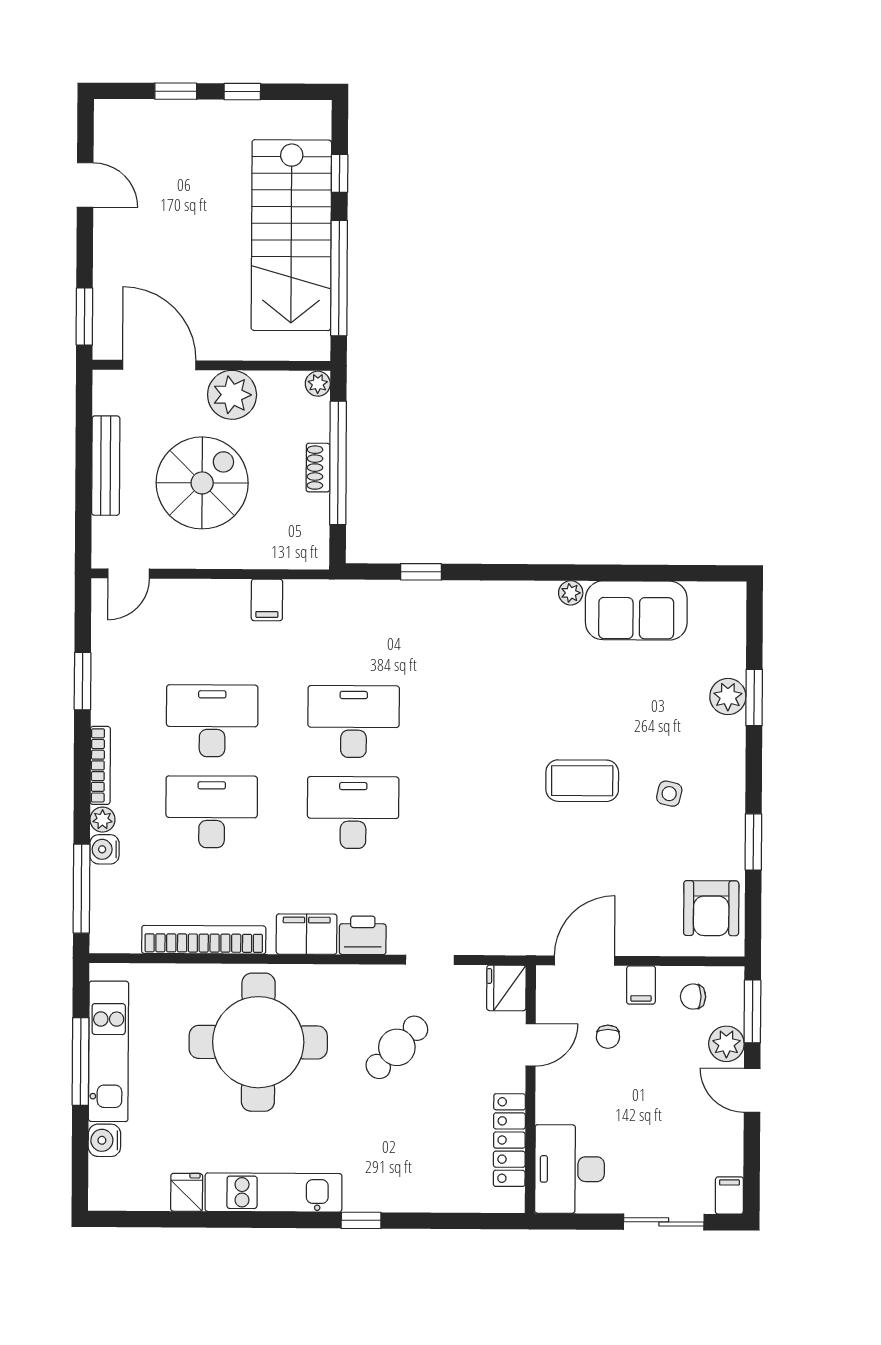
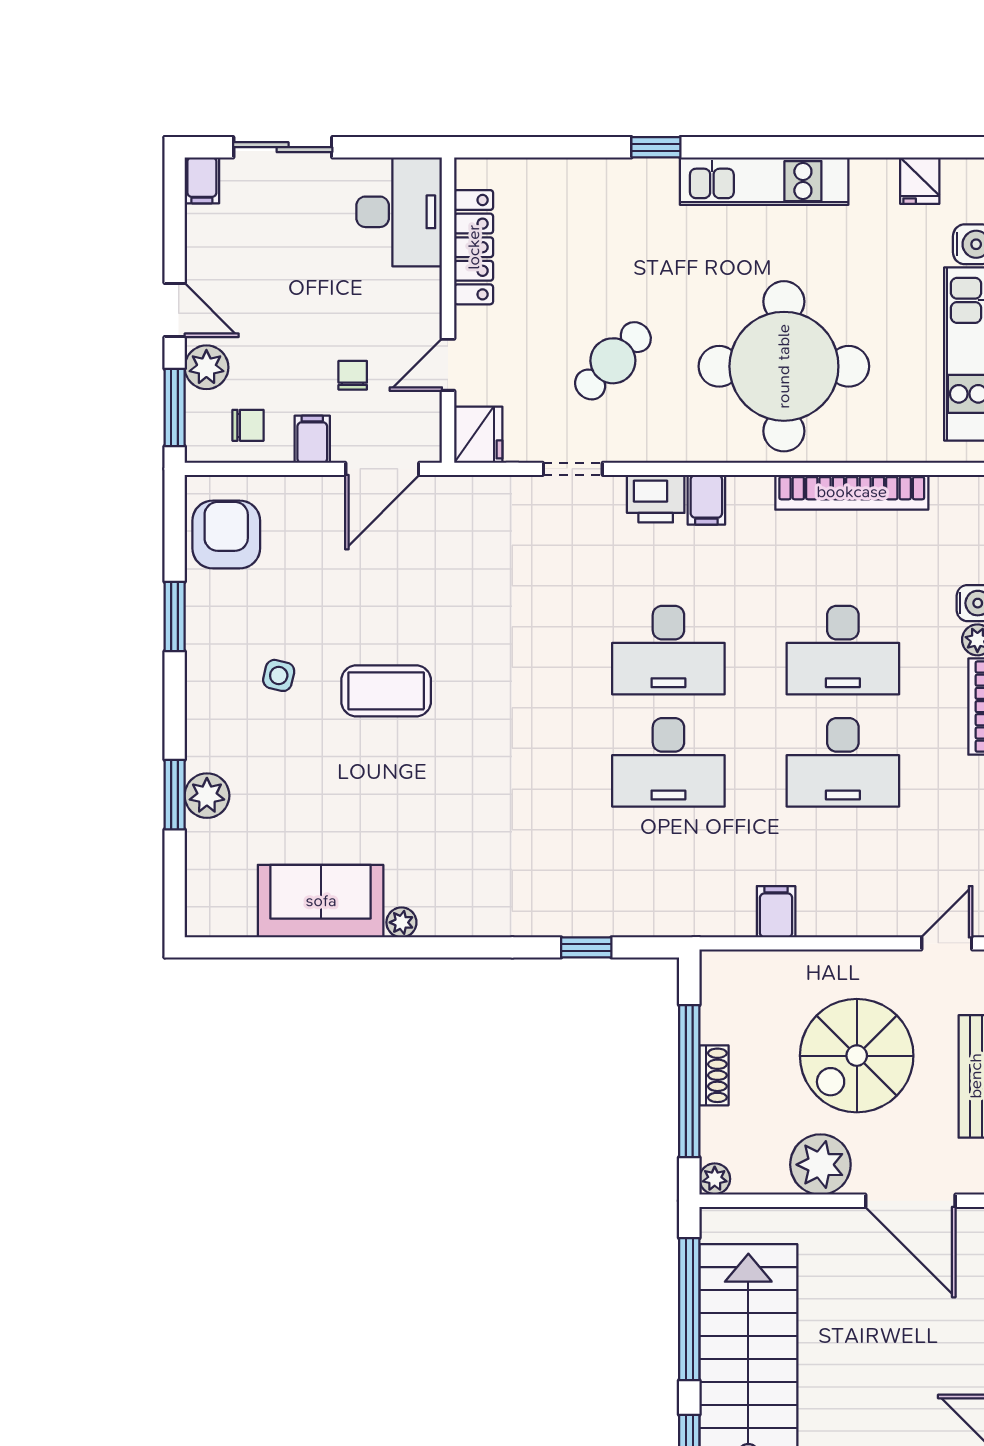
filing cabinet: (307, 934) -> (706, 500), width x0.50
fridge: (187, 1192) -> (920, 181), moved

